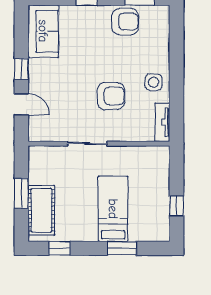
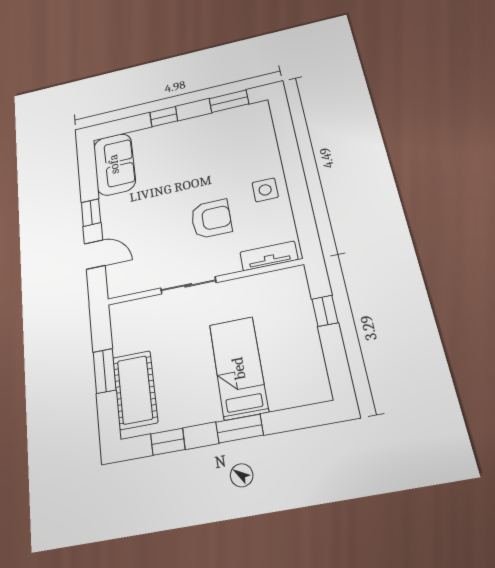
armchair: (125, 22) -> (215, 130), removed
tv unit: (162, 122) -> (269, 256), moved, turned 90
window: (176, 206) -> (325, 311), moved
window: (122, 248) -> (239, 429), moved

